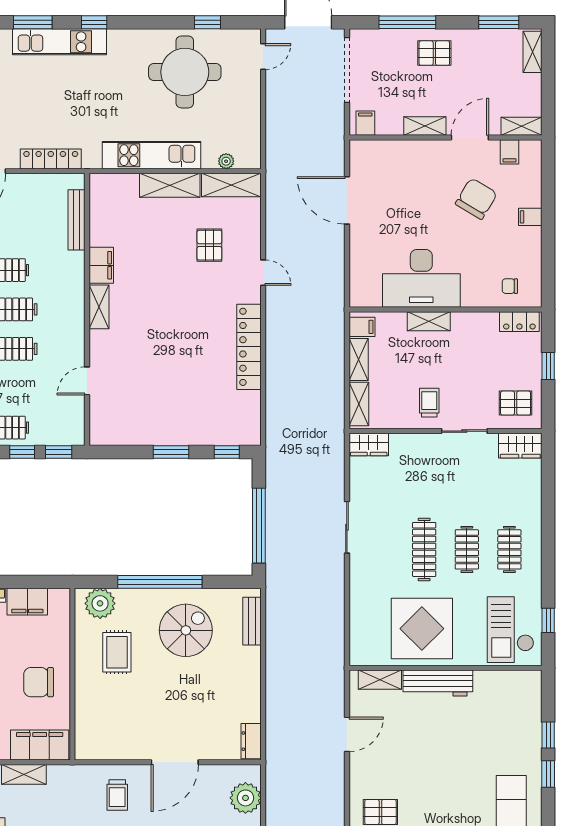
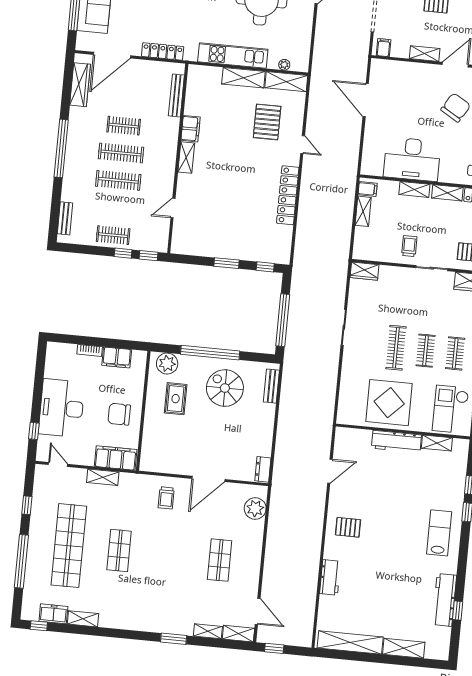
pallet: (209, 245) -> (267, 122), width x1.50, depth x1.42
shelving: (359, 404) -> (447, 193), moved, turned 90
spiral stairs: (186, 630) -> (225, 388), turned -90
shelving: (380, 680) -> (437, 443), moved

